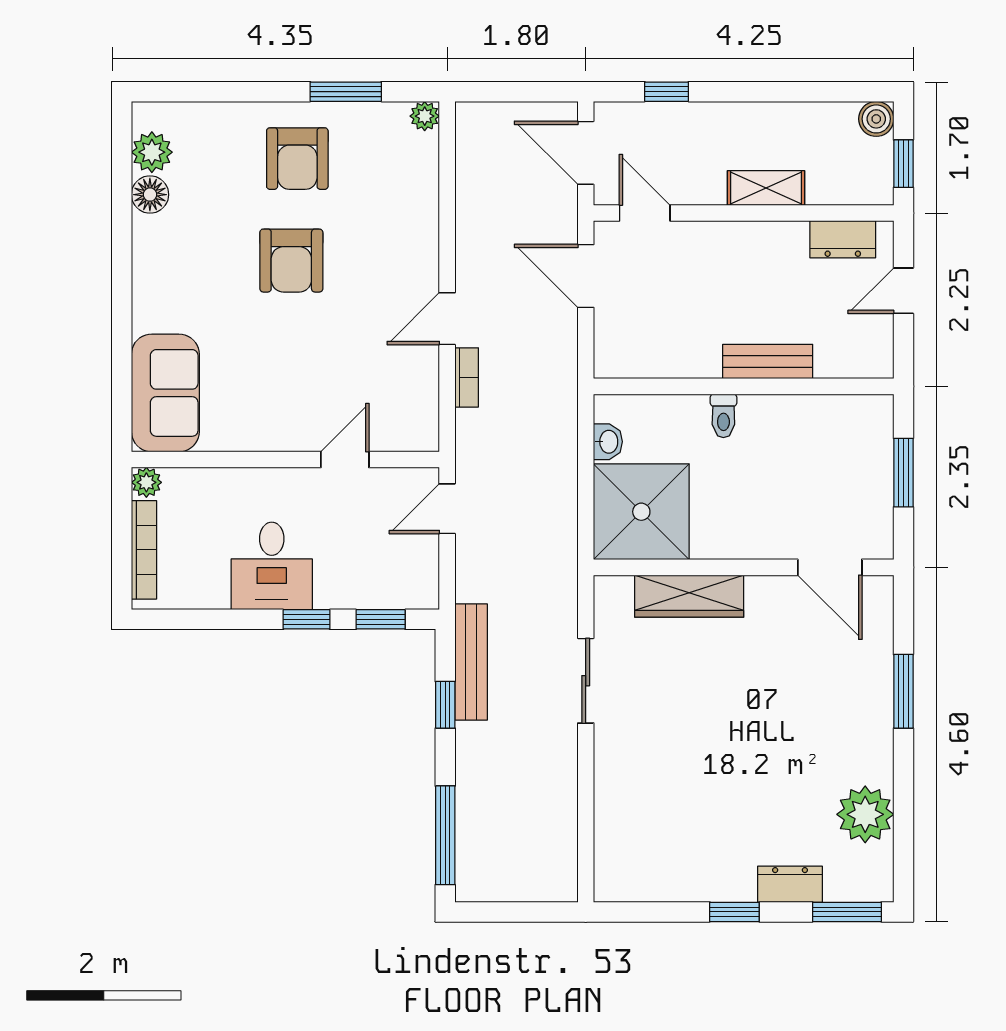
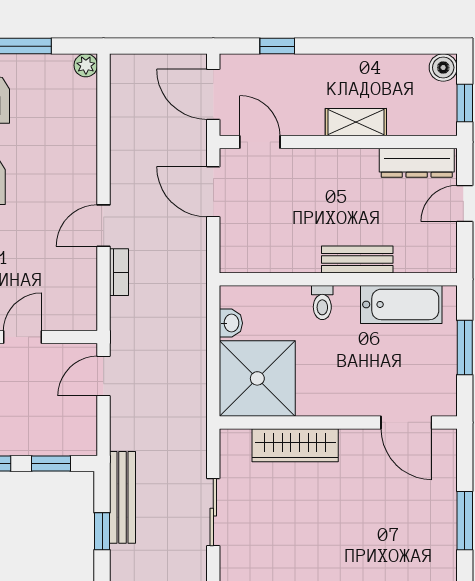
dresser: (843, 239) -> (417, 163), width x1.44
bathtub: (823, 418) -> (401, 304), added

